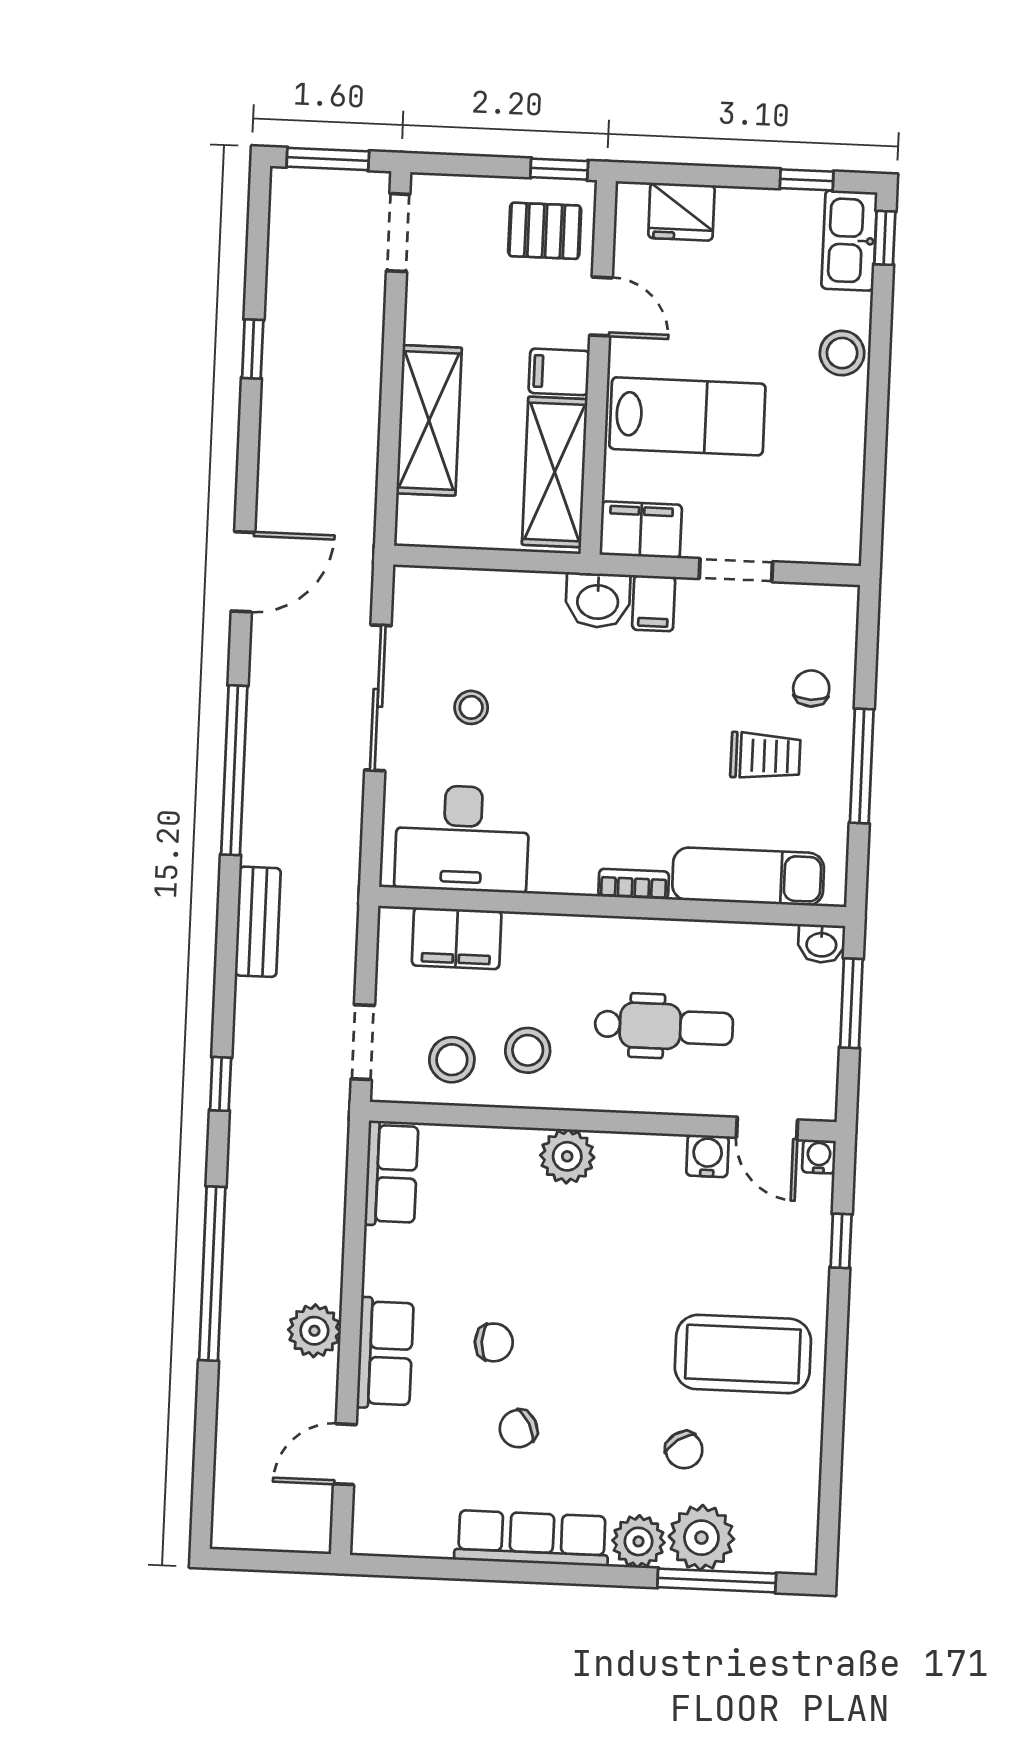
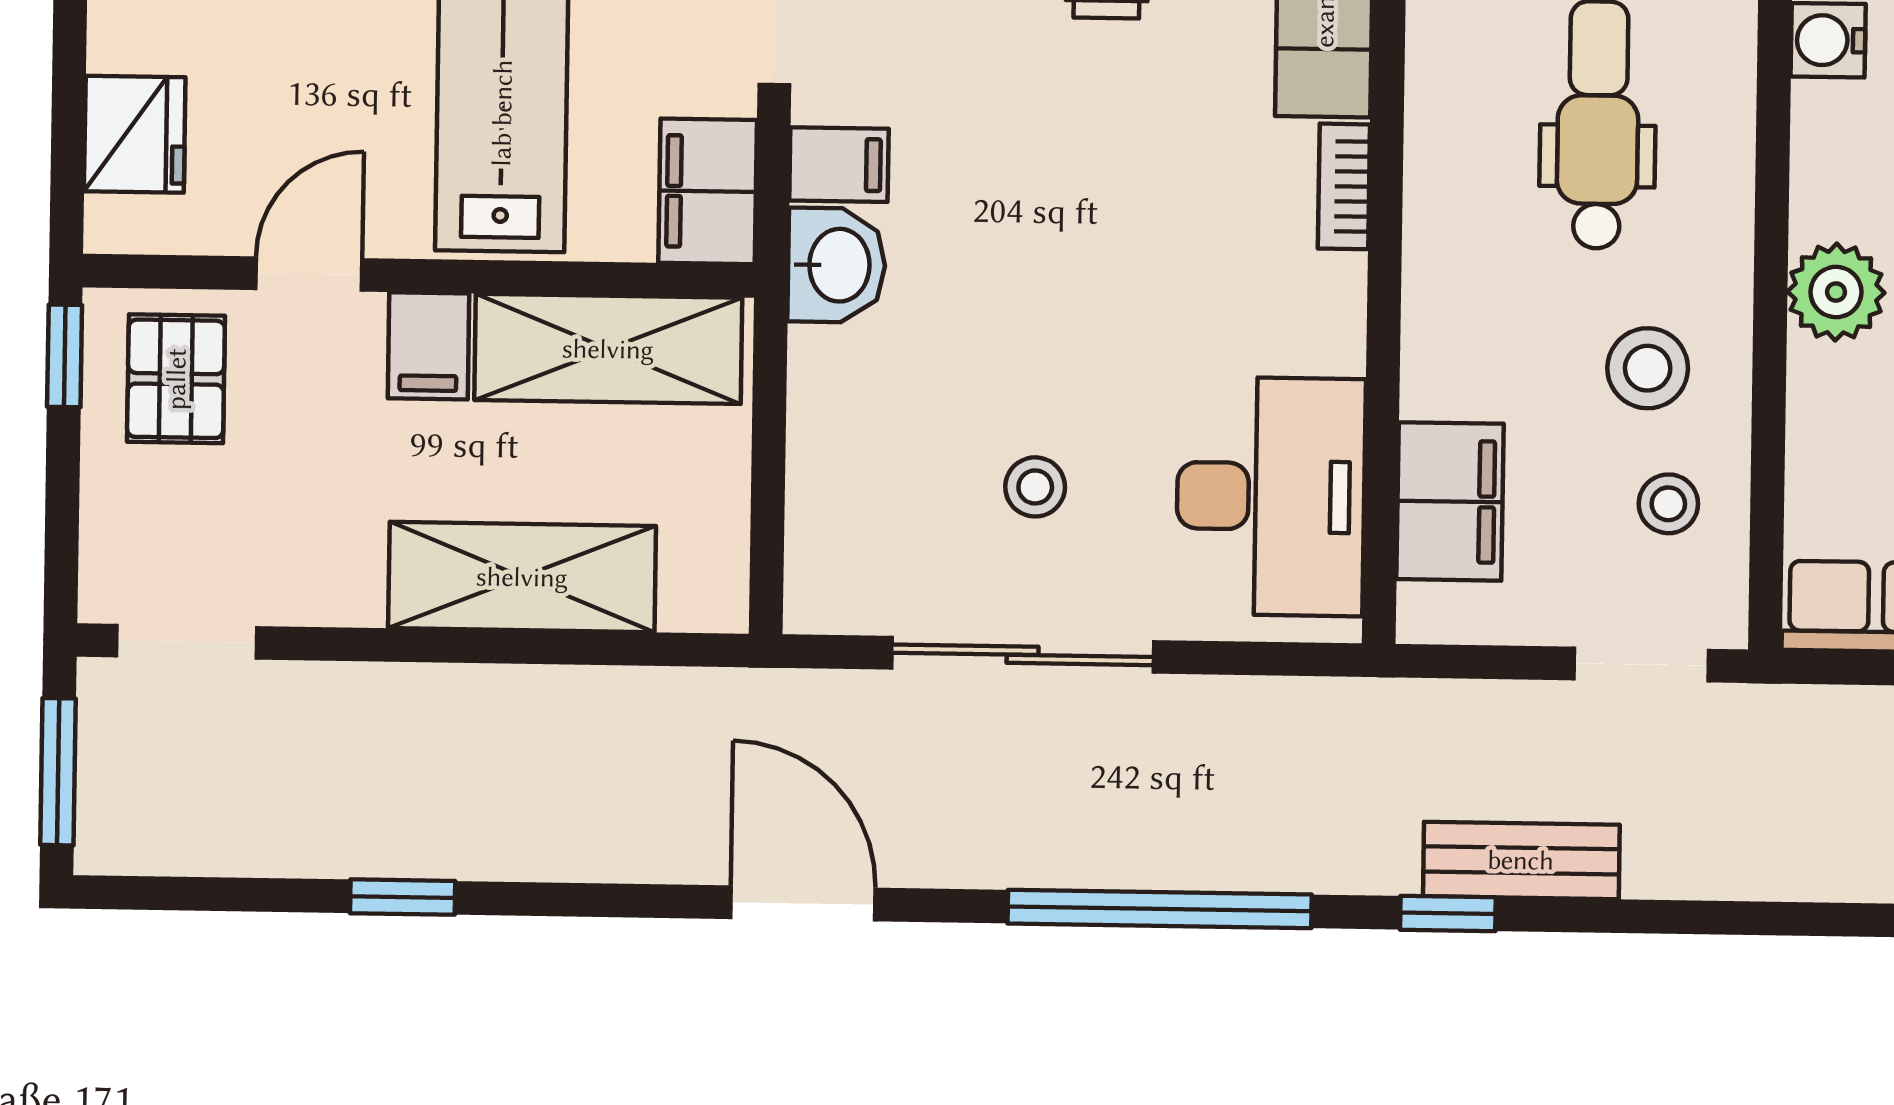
bench: (258, 922) -> (1521, 860), moved
stool: (452, 1060) -> (1668, 504), width x0.73, depth x0.73
window: (221, 1084) -> (1448, 913), moved

